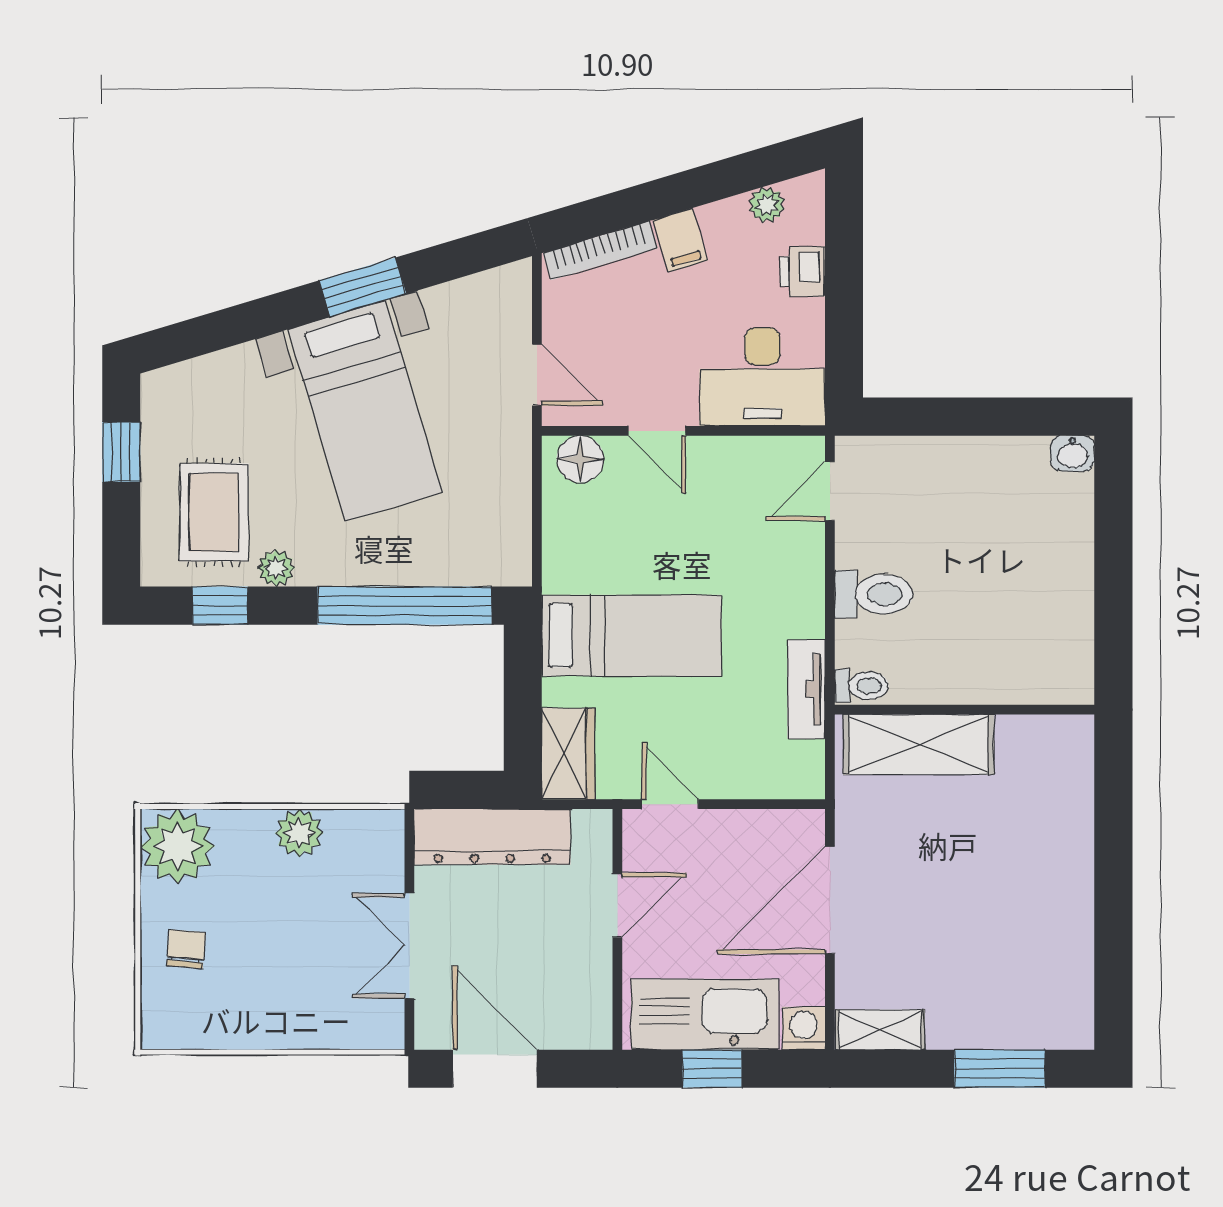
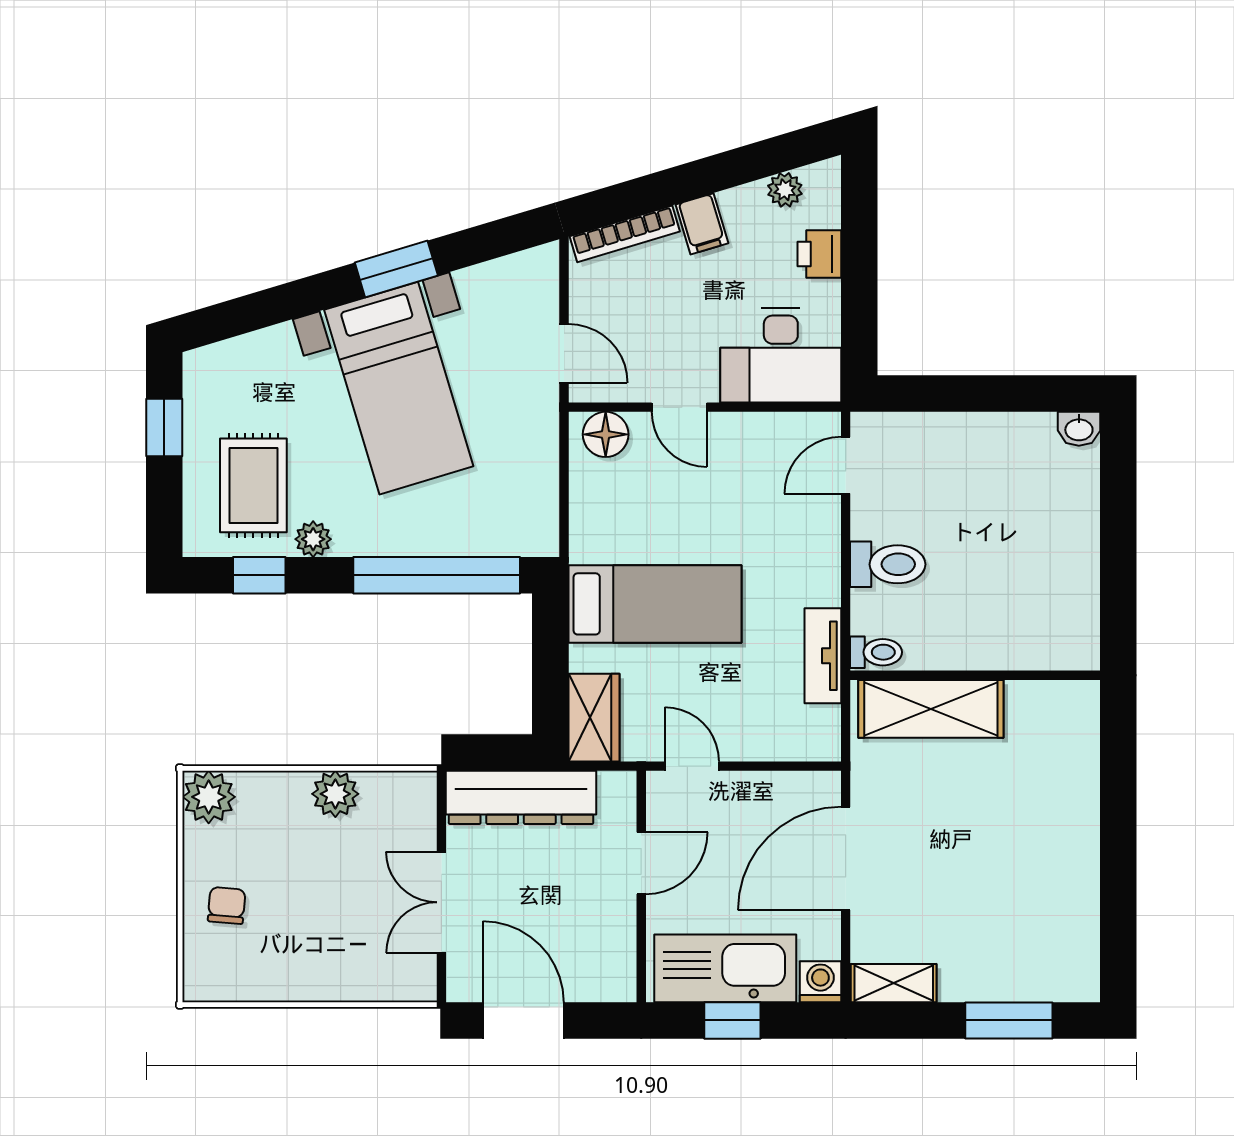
plant: (177, 846) -> (209, 797), width x0.73, depth x0.73

